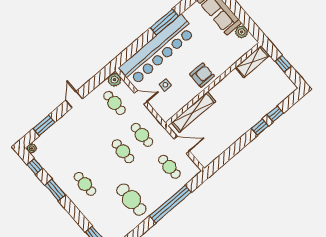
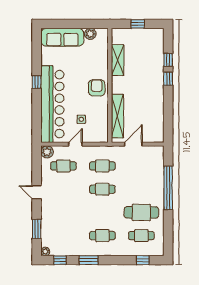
window: (164, 22) -> (37, 82), width x0.46
shelving: (252, 62) -> (118, 60), moved
cafe table: (169, 167) -> (141, 236), moved

